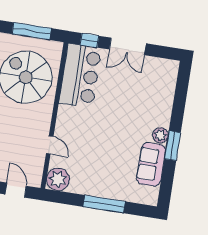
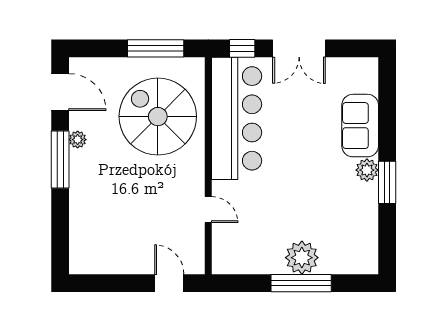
bar counter: (80, 76) -> (237, 118), width x1.36
sofa: (151, 164) -> (360, 126), moved
plant: (58, 179) -> (302, 258), moved

